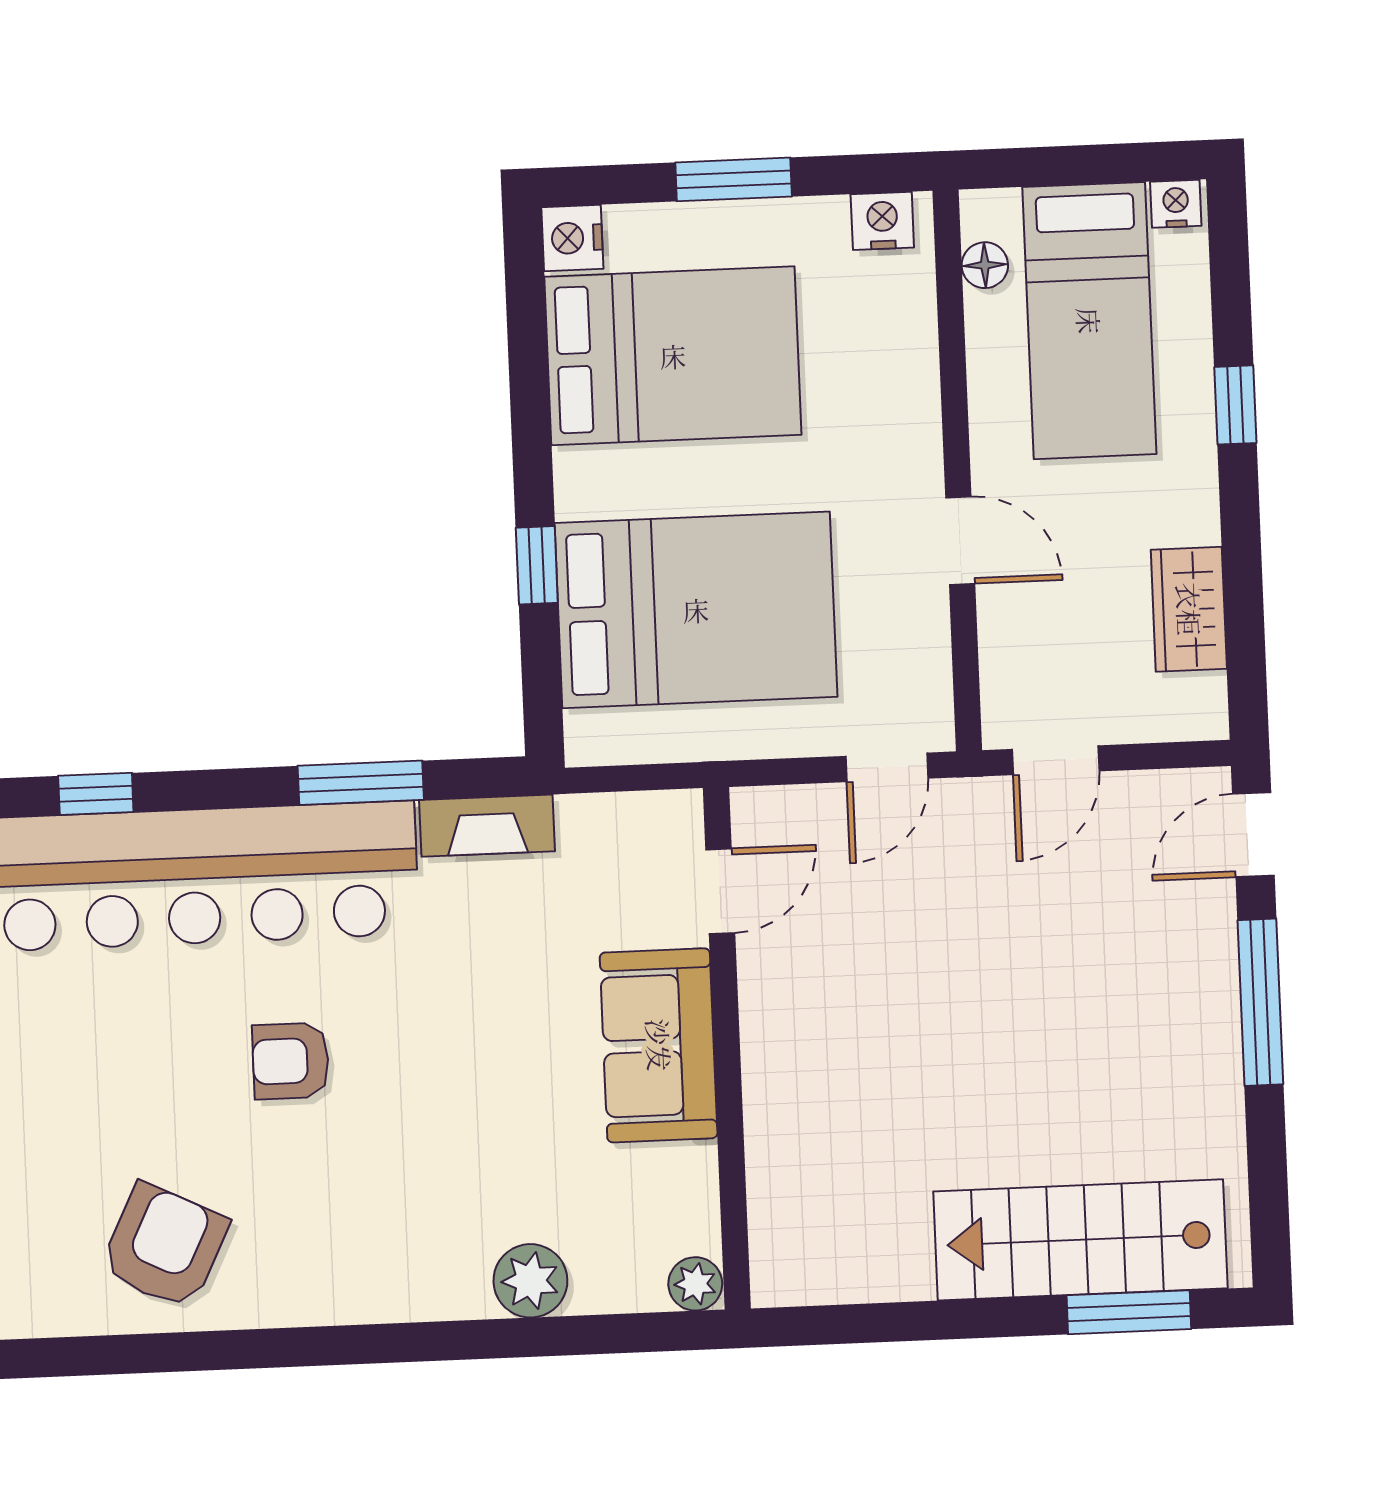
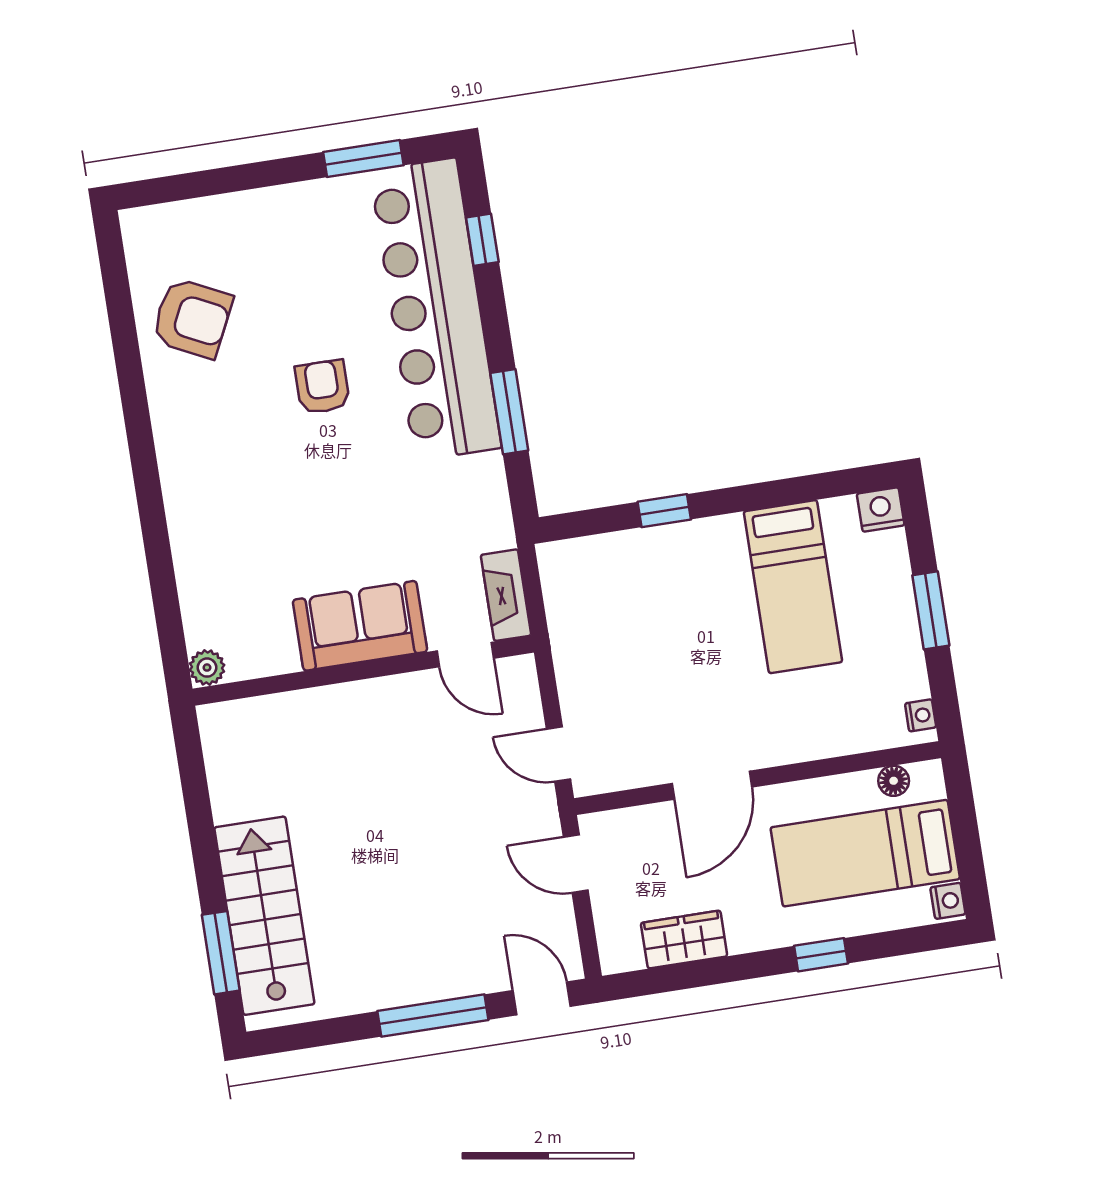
nightstand: (882, 221) -> (921, 715), width x0.72, depth x0.74
bed: (673, 356) -> (793, 587), width x0.67
door: (960, 541) -> (712, 785), width x1.38
bed: (696, 610) -> (647, 618), removed
fireplace: (487, 826) -> (506, 595), moved
plant: (530, 1281) -> (197, 560), removed

